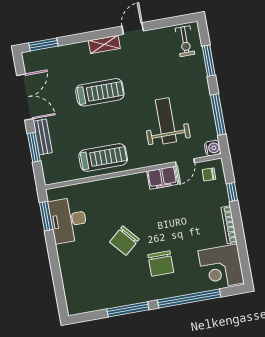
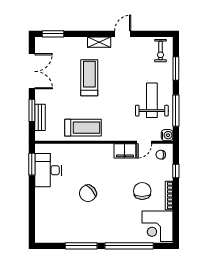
treadmill: (100, 92) -> (89, 78), turned -90
weight bench: (166, 121) -> (152, 100), moved
bench: (43, 137) -> (40, 117), moved
chair: (161, 263) -> (142, 191), moved, turned 180

